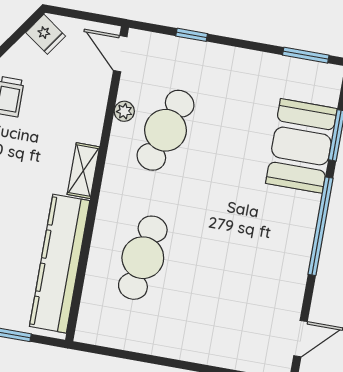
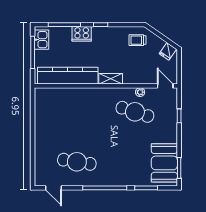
door: (120, 54) -> (165, 86), hinge flipped
booth: (301, 146) -> (164, 163), moved, turned 90
cafe table: (143, 258) -> (77, 162), moved

